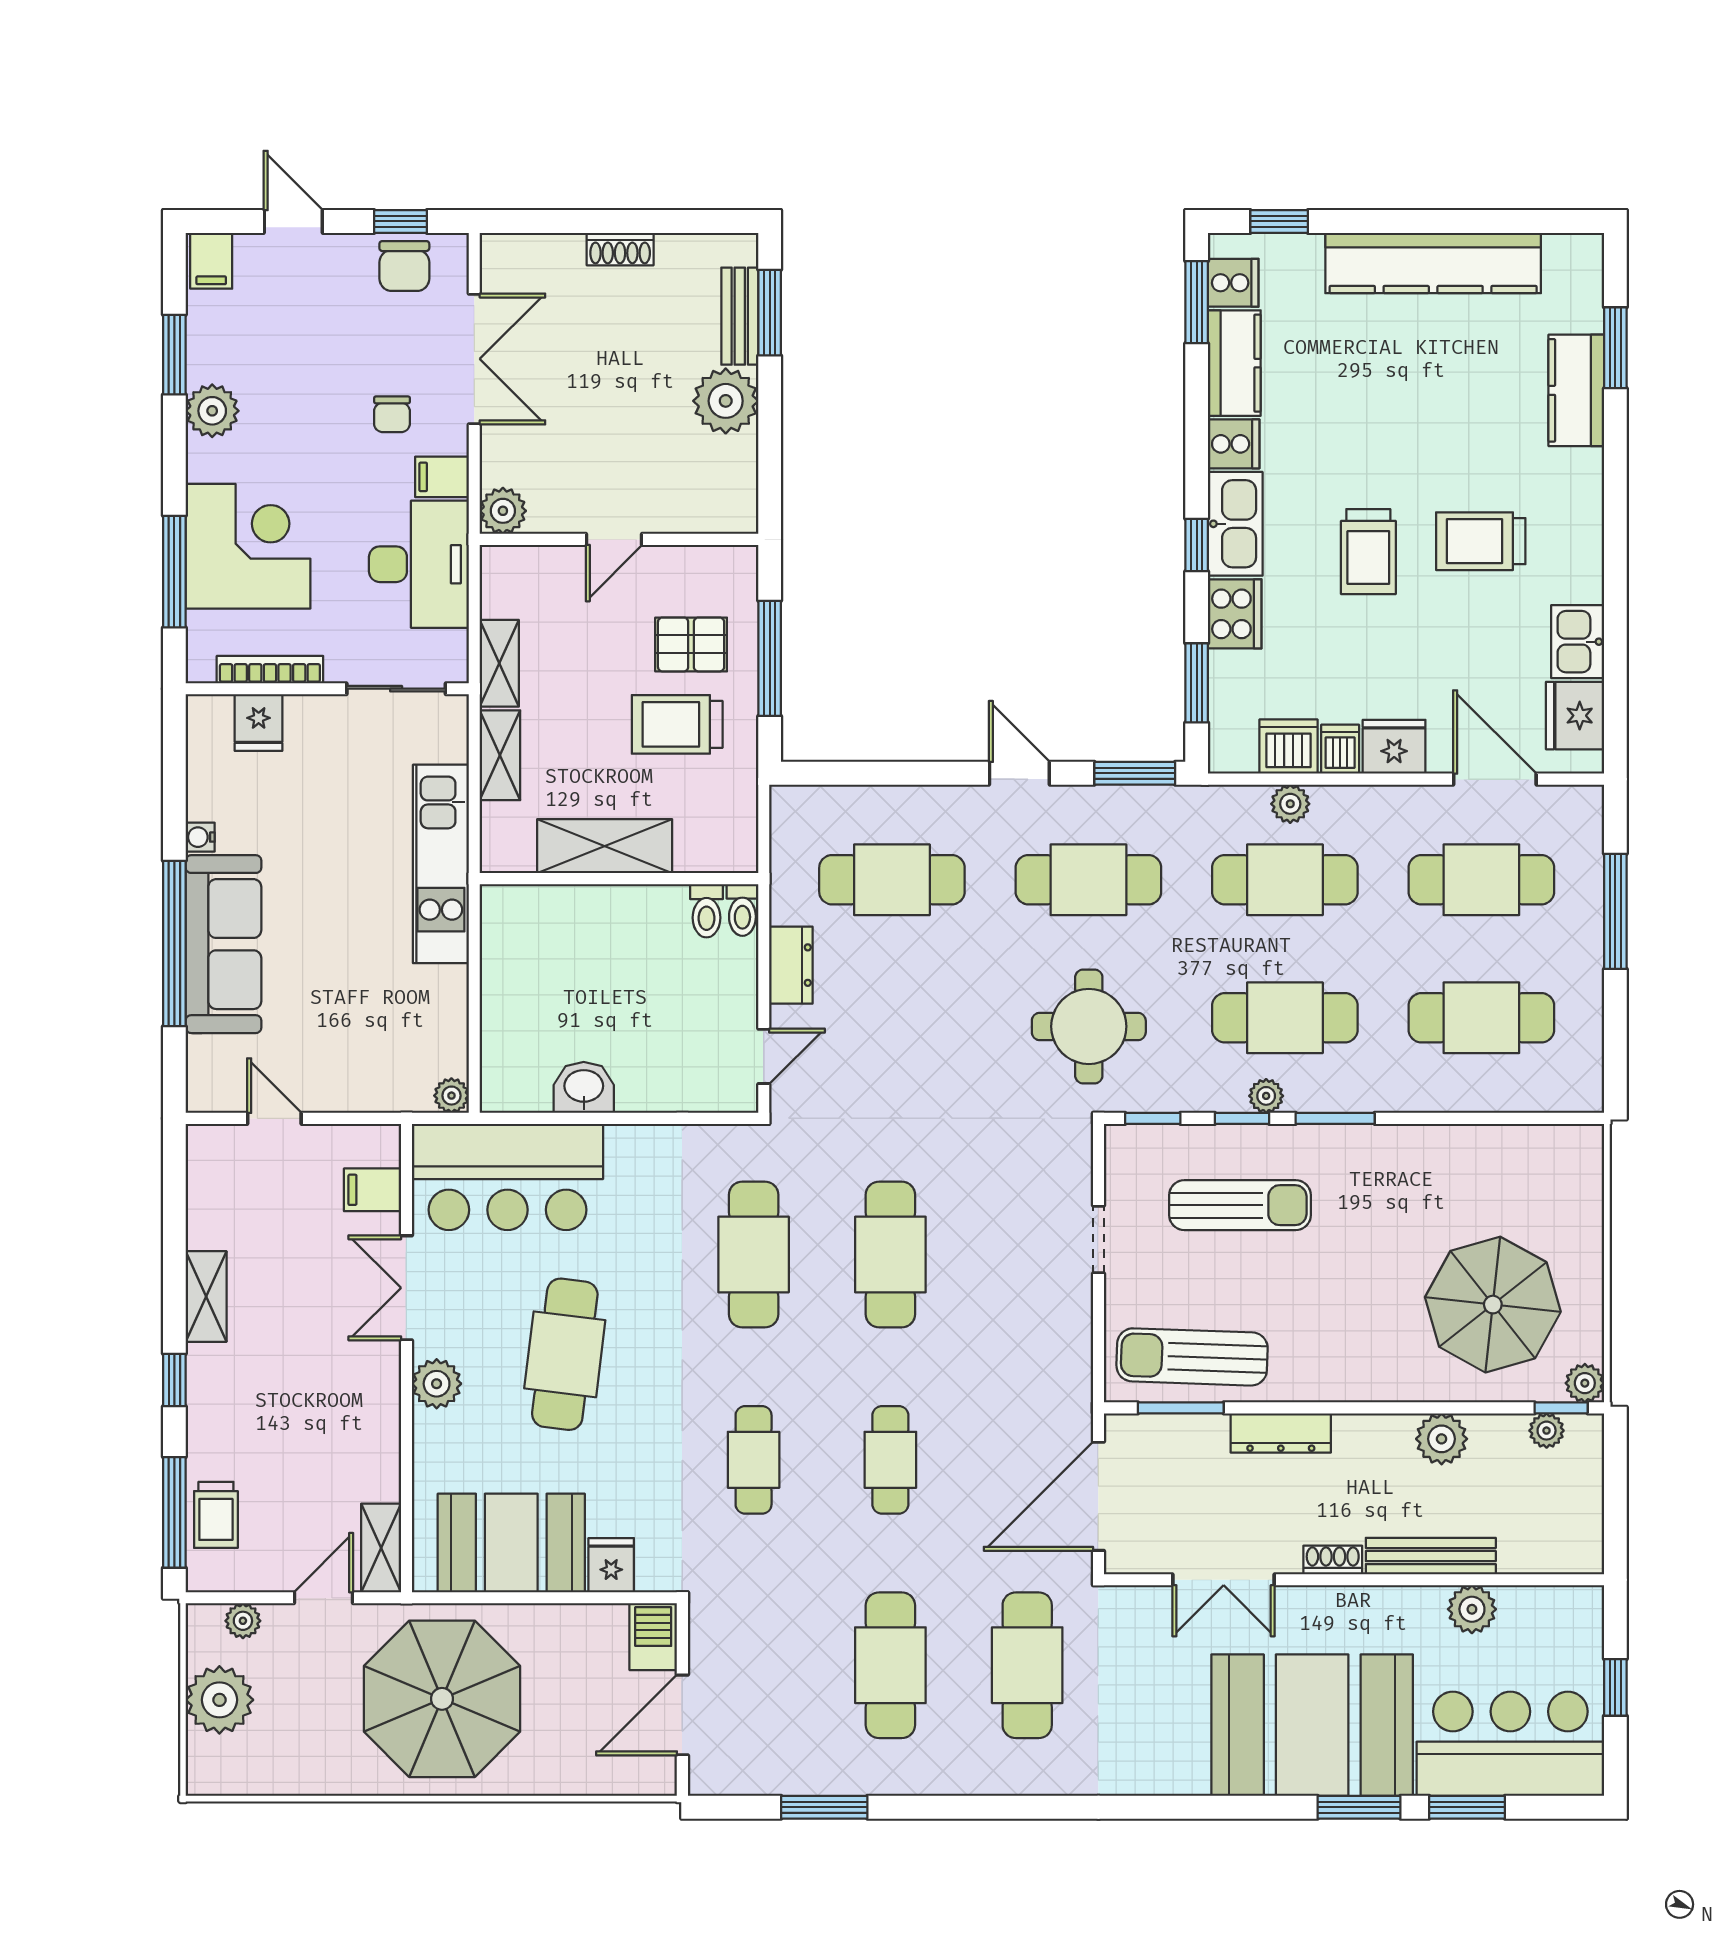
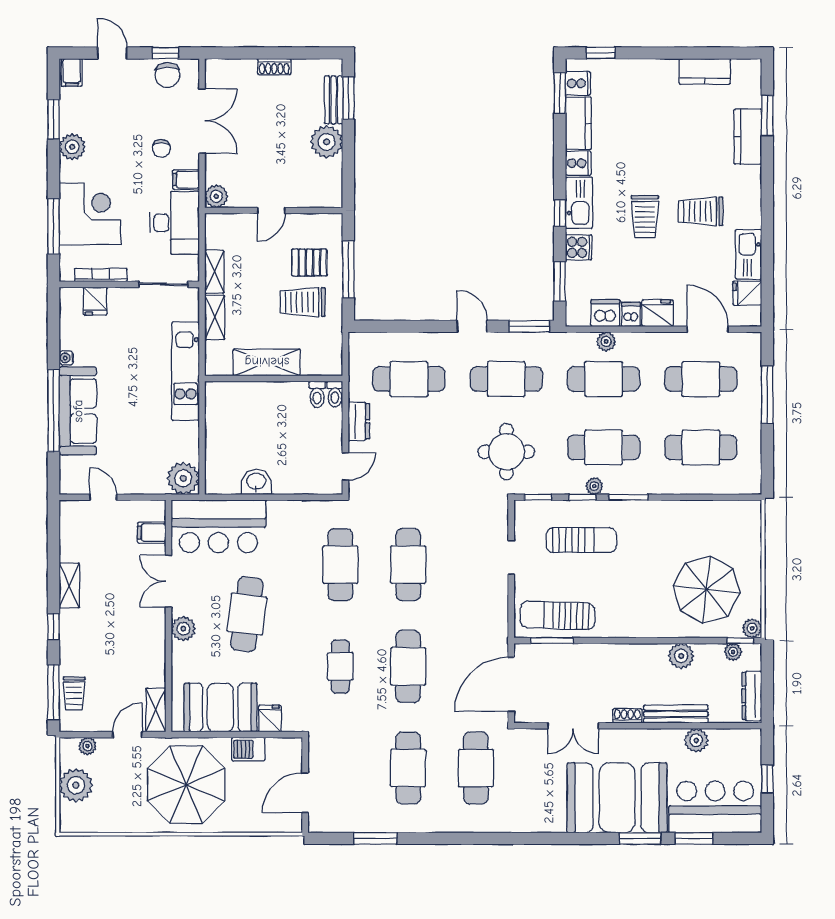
kitchen counter: (1433, 263) -> (705, 71), width x0.48, depth x0.86
cooker: (1235, 614) -> (579, 247), width x0.73
kitchen sink: (1578, 642) -> (749, 254), width x1.38
fridge: (1575, 716) -> (747, 293), width x0.72
plant: (451, 1096) -> (183, 478), width x1.88, depth x1.88
dresser: (1281, 1433) -> (752, 696), moved, turned 90
cafe table: (890, 1460) -> (408, 666), width x1.37, depth x1.35
barbecue: (653, 1637) -> (248, 749), moved, turned -90

